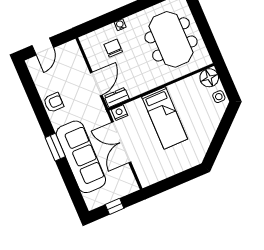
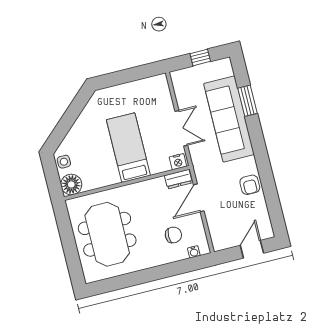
water cooler: (120, 25) -> (194, 252), moved
chair: (113, 48) -> (173, 235), turned -90
armchair: (54, 102) -> (250, 185), turned -90
double door: (121, 142) -> (181, 128), width x0.73
window: (55, 147) -> (248, 101), moved

